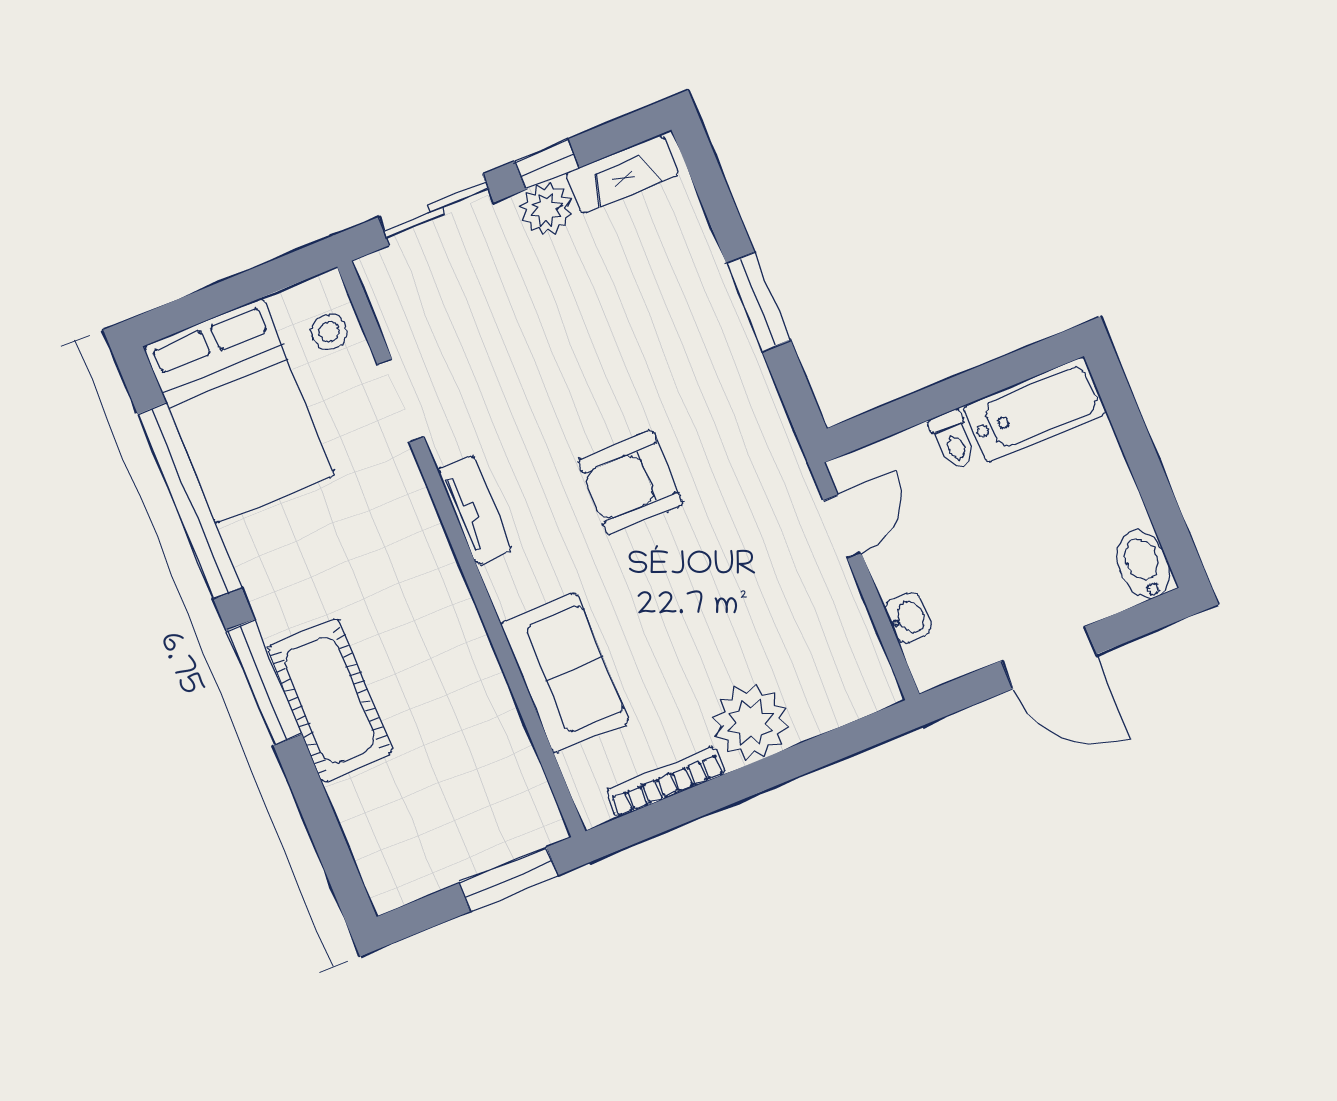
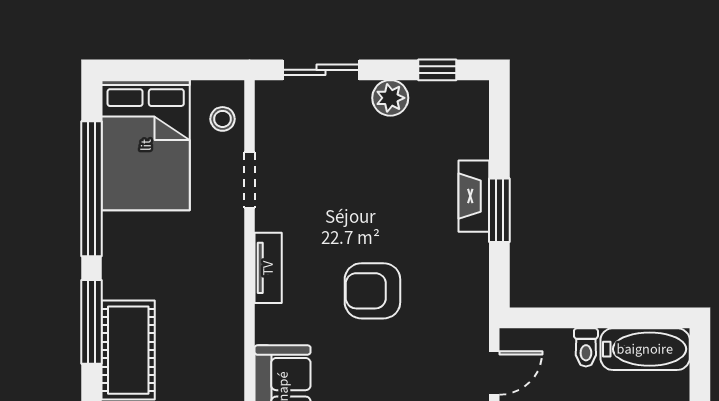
window: (547, 164) -> (437, 70), moved
fireplace: (622, 174) -> (474, 196), moved, turned 90

